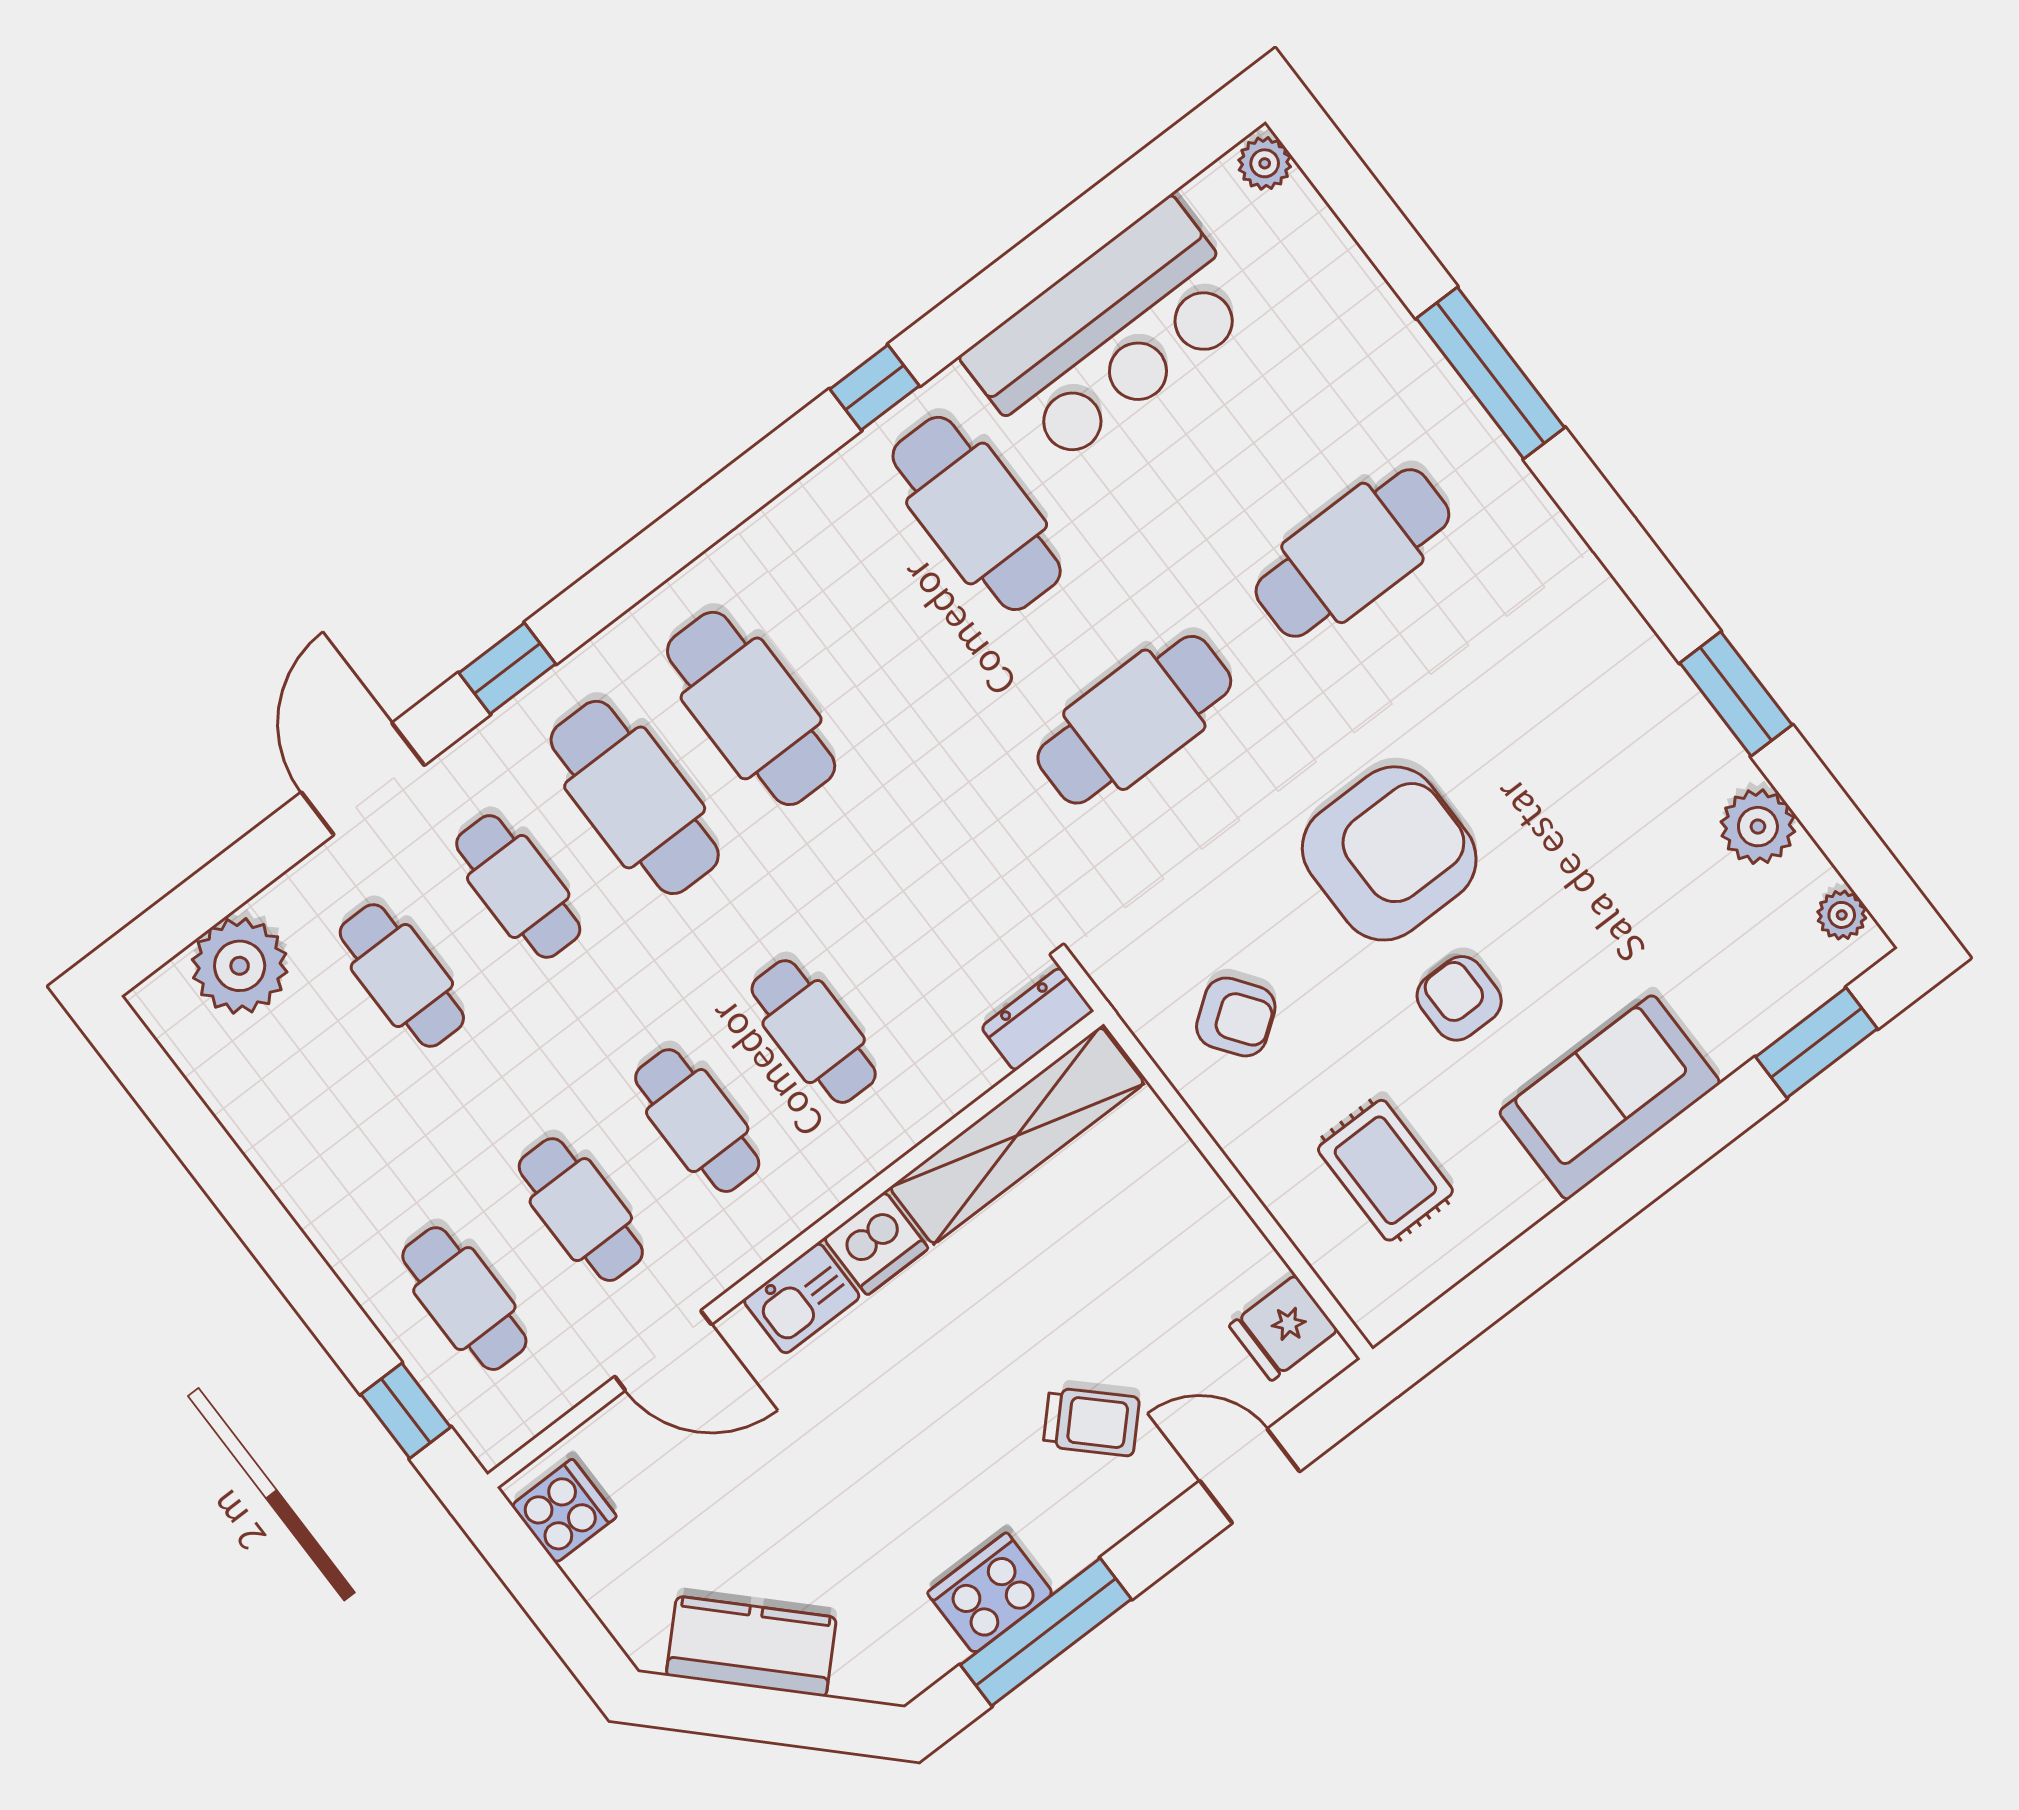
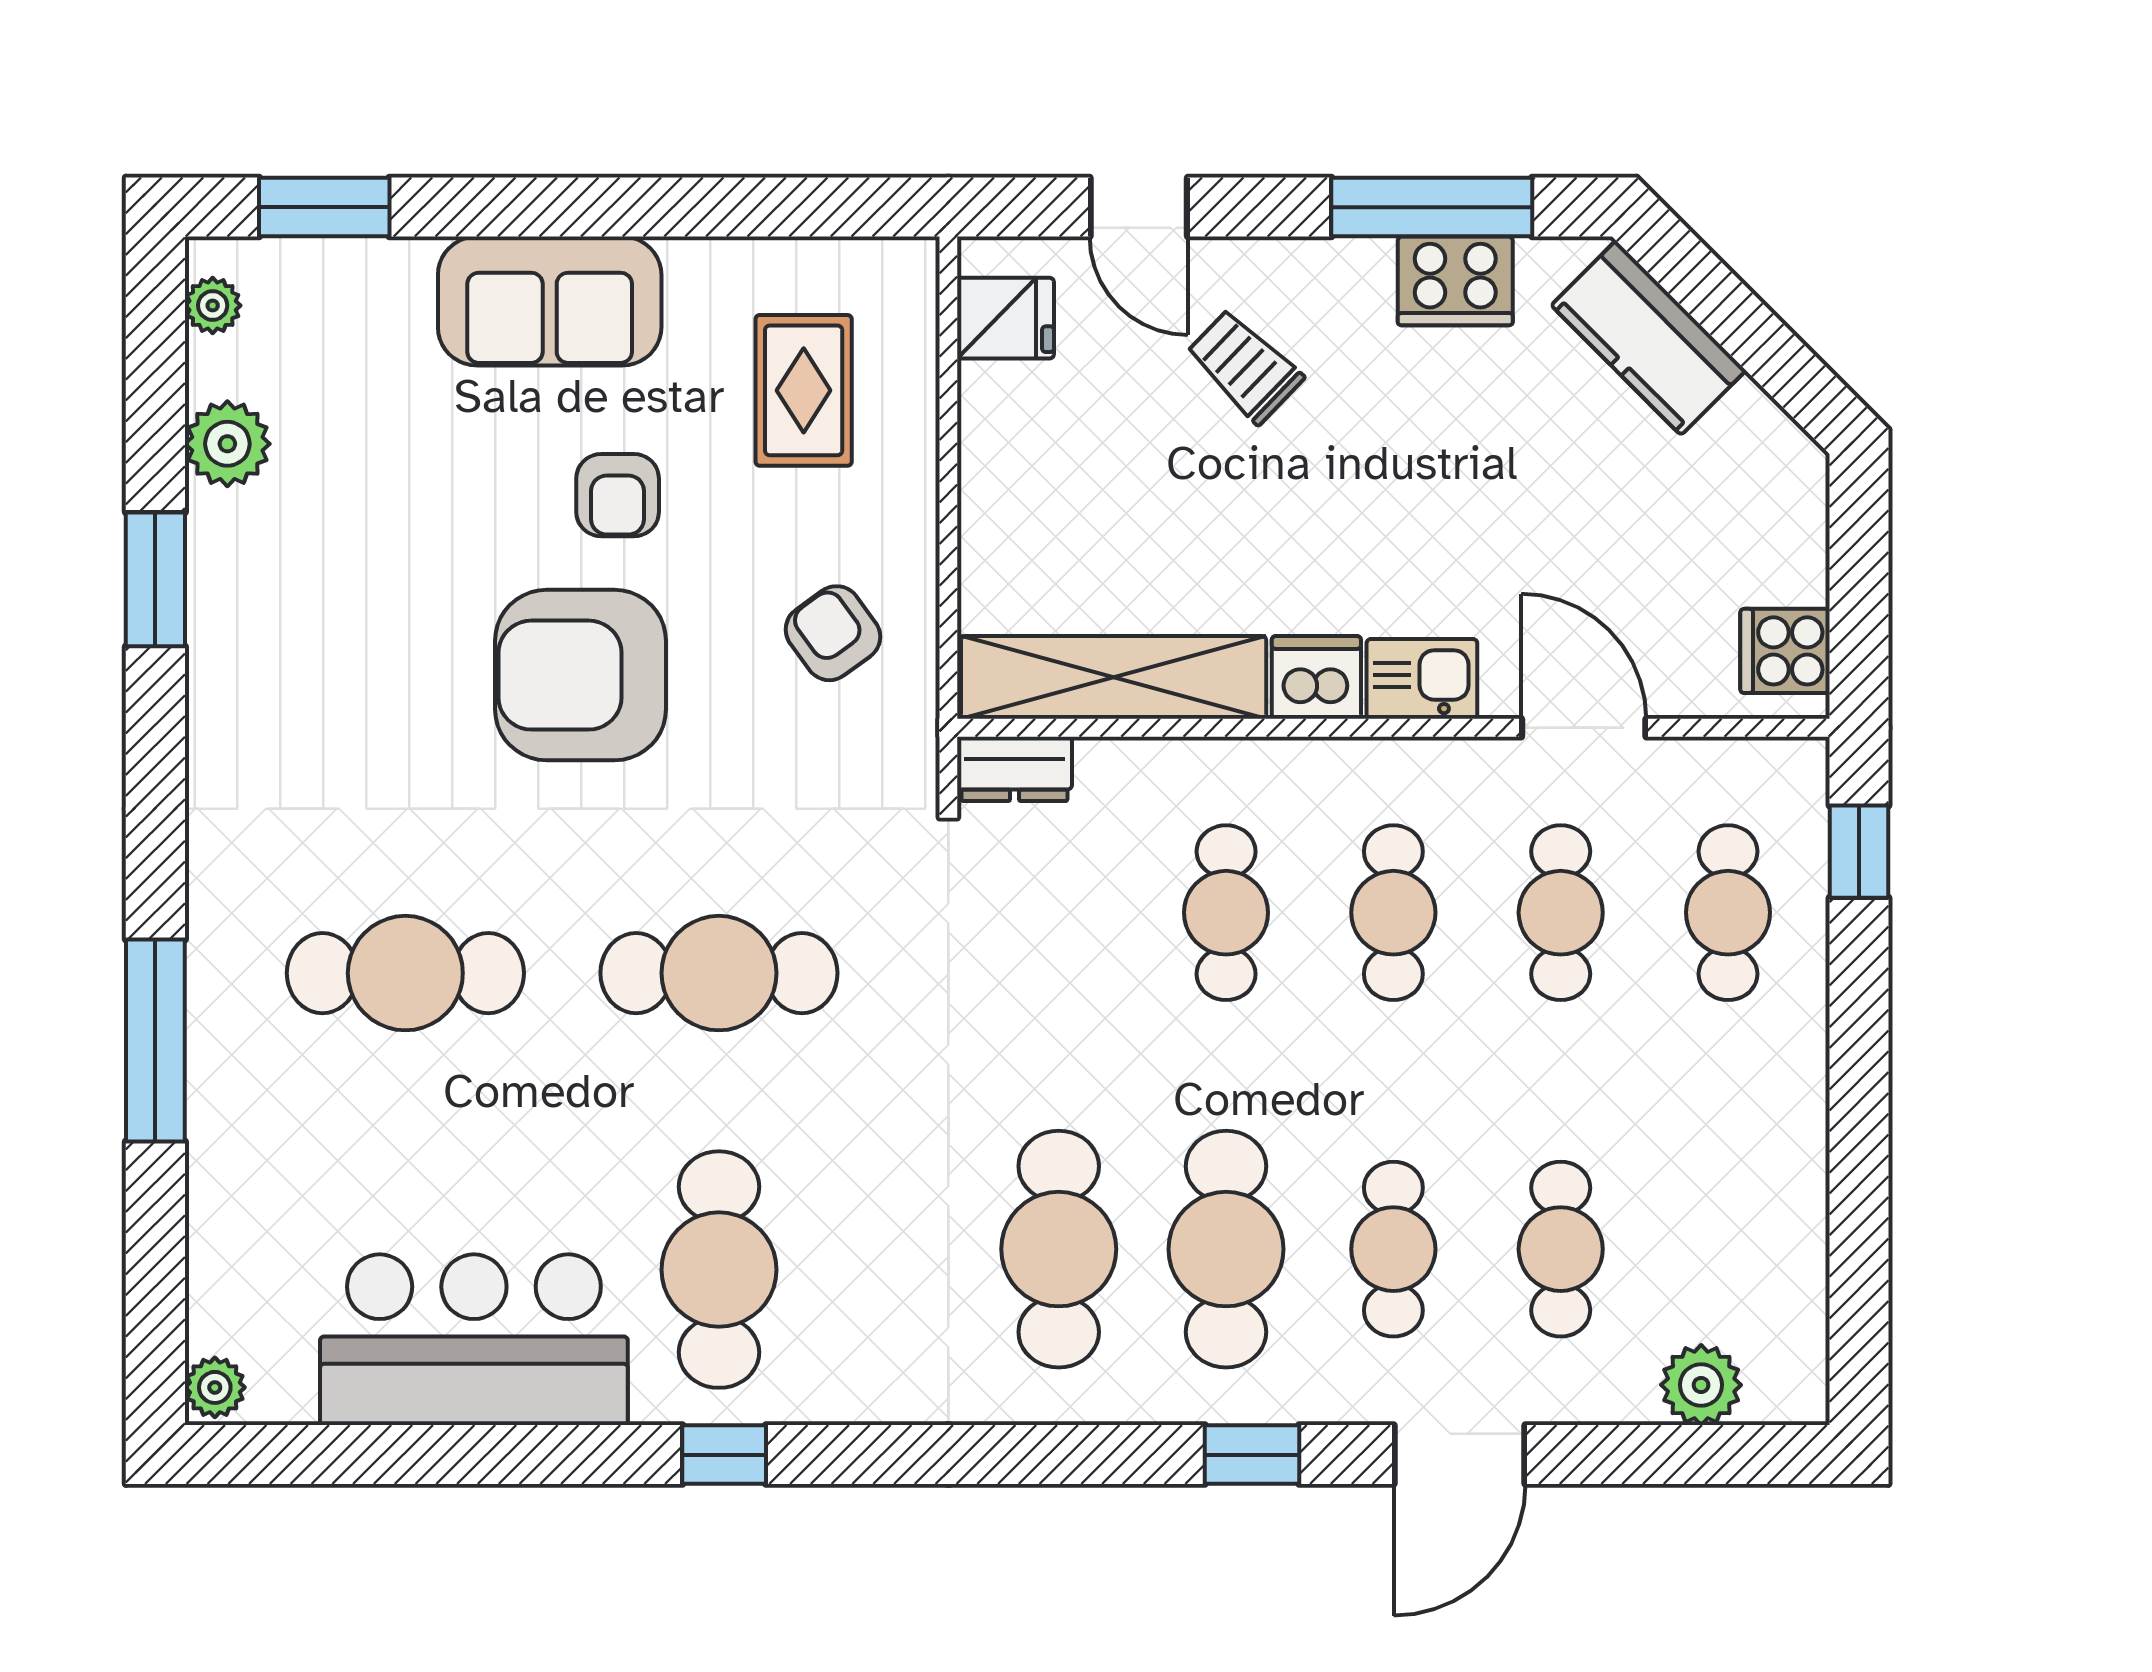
plant: (240, 966) -> (1701, 1385), width x0.73, depth x0.73
kitchen counter: (751, 1646) -> (1649, 338), moved

